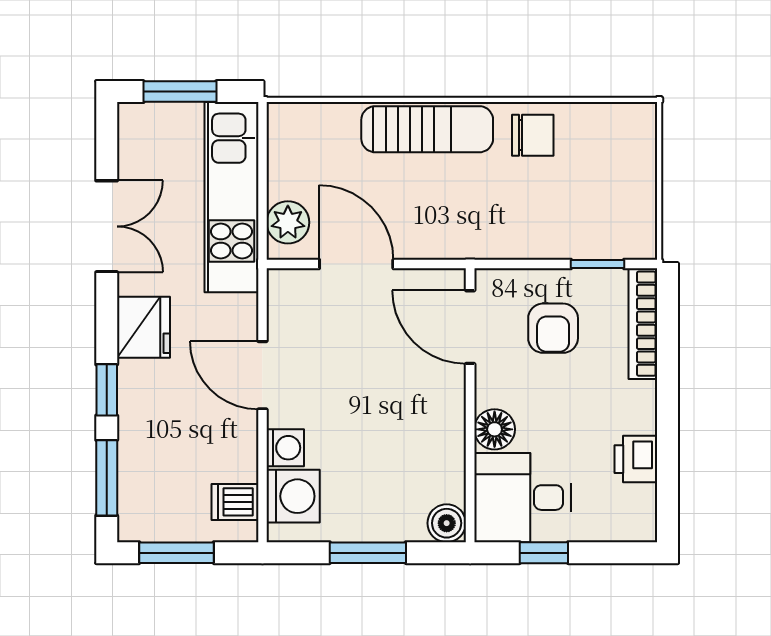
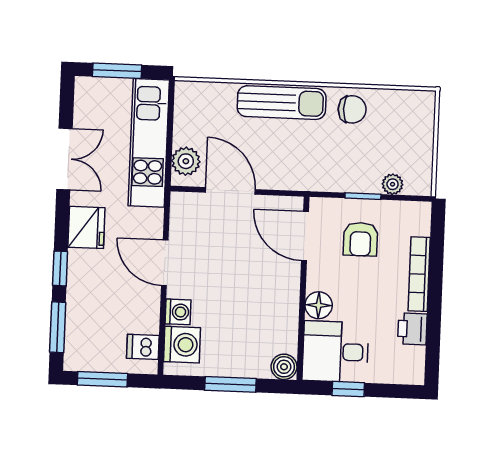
plant: (598, 244) -> (393, 184), added
window: (597, 264) -> (363, 196), moved
bookcase: (643, 324) -> (419, 274), moved

